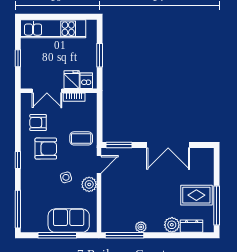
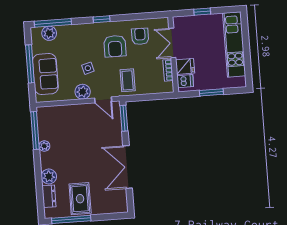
plant: (28, 214) -> (49, 33), added

